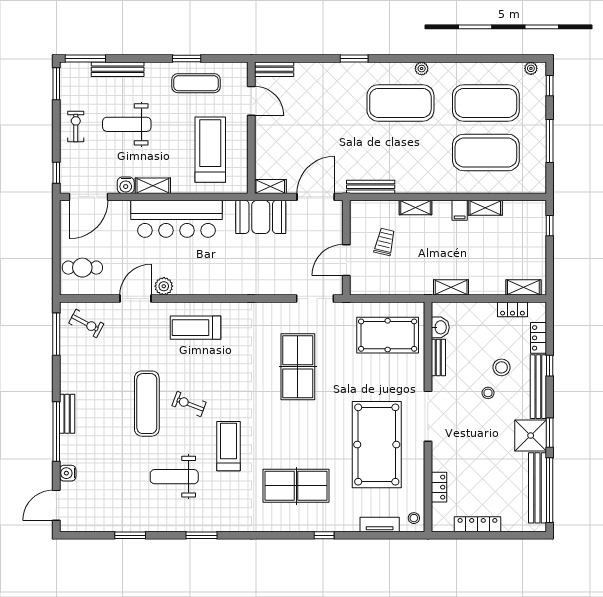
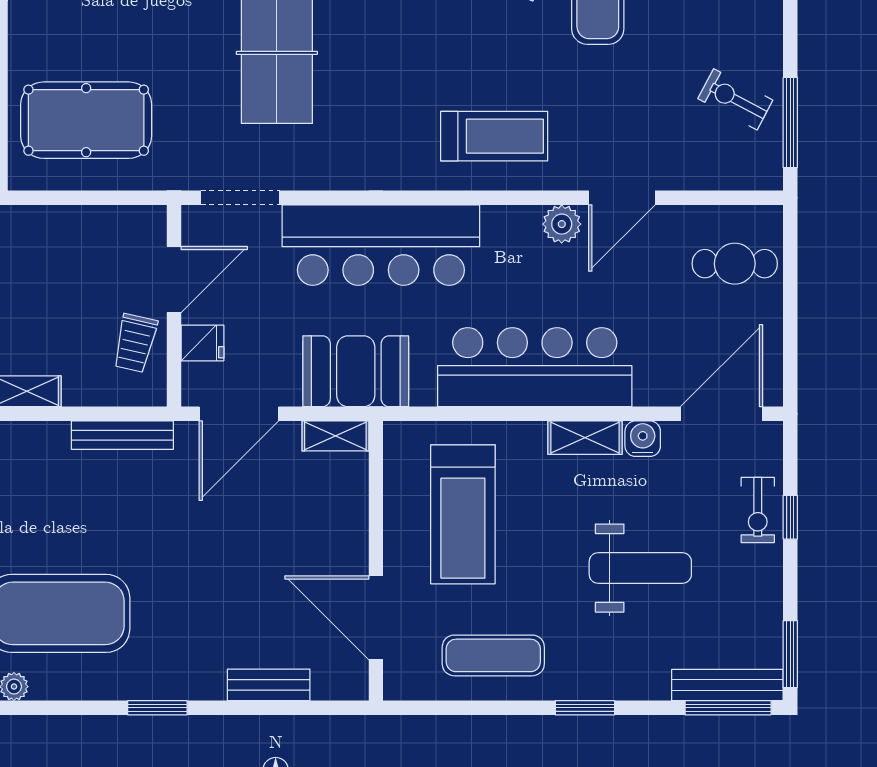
window: (187, 59) -> (585, 708), moved
bench: (118, 69) -> (727, 685), moved
bench: (274, 69) -> (269, 685), moved
door: (251, 101) -> (376, 618), width x1.36
exercise bike: (76, 126) -> (758, 510), moved
window: (56, 173) -> (790, 517), moved
fridge: (333, 230) -> (202, 343), added
trolley: (385, 242) -> (135, 343), moved
bar counter: (249, 276) -> (381, 245), added
exercise bike: (86, 323) -> (735, 99), moved

